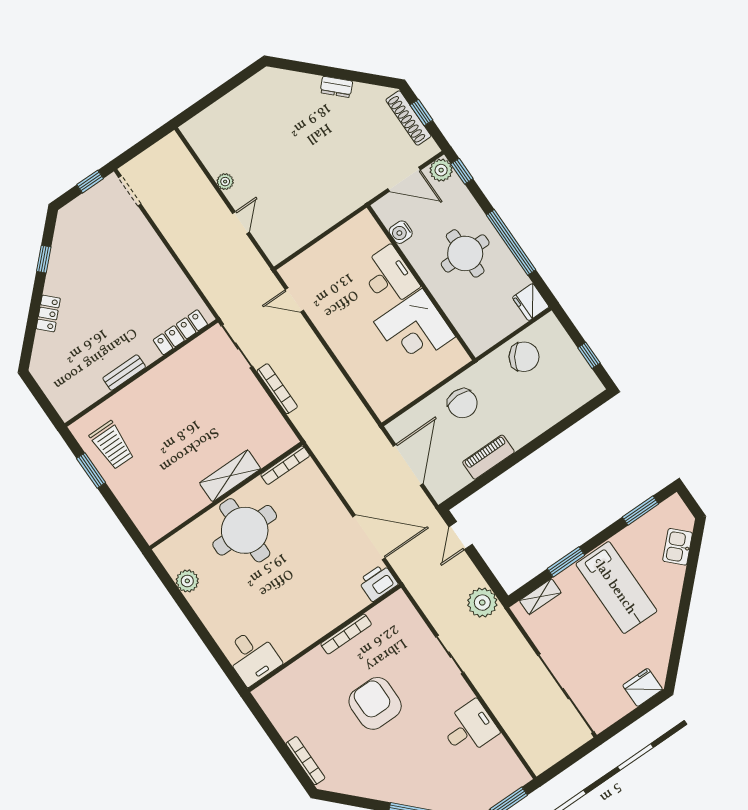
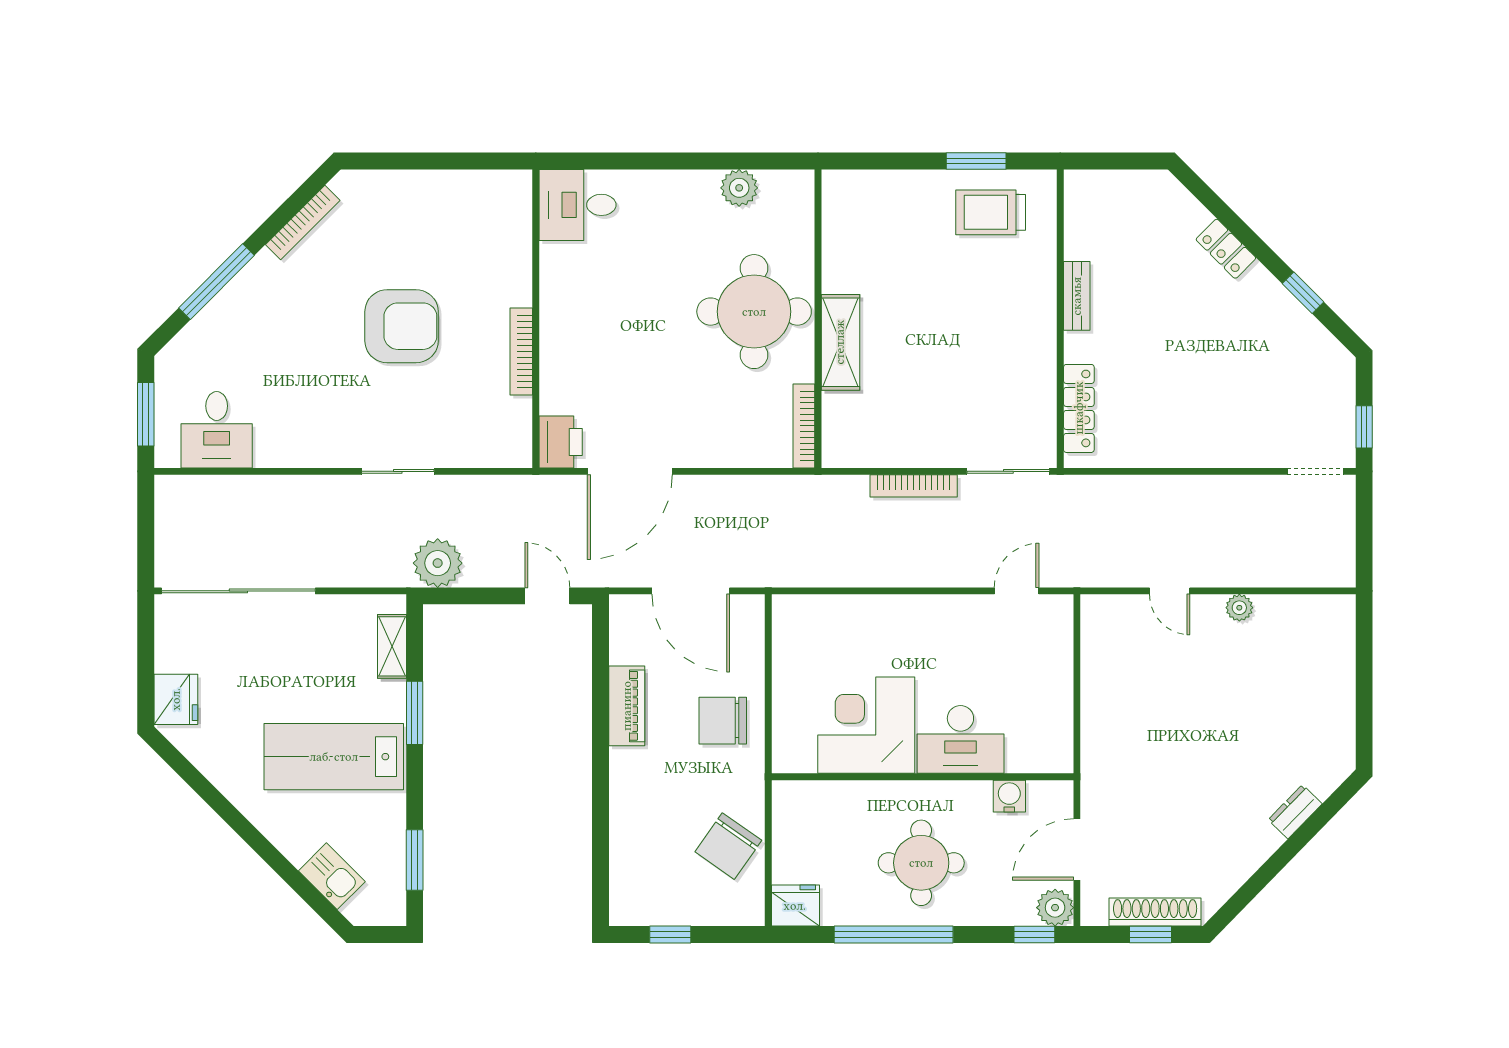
dresser: (336, 87) -> (1295, 812), moved
desk: (469, 728) -> (217, 430), moved
bookcase: (305, 761) -> (303, 222), moved, turned -45

